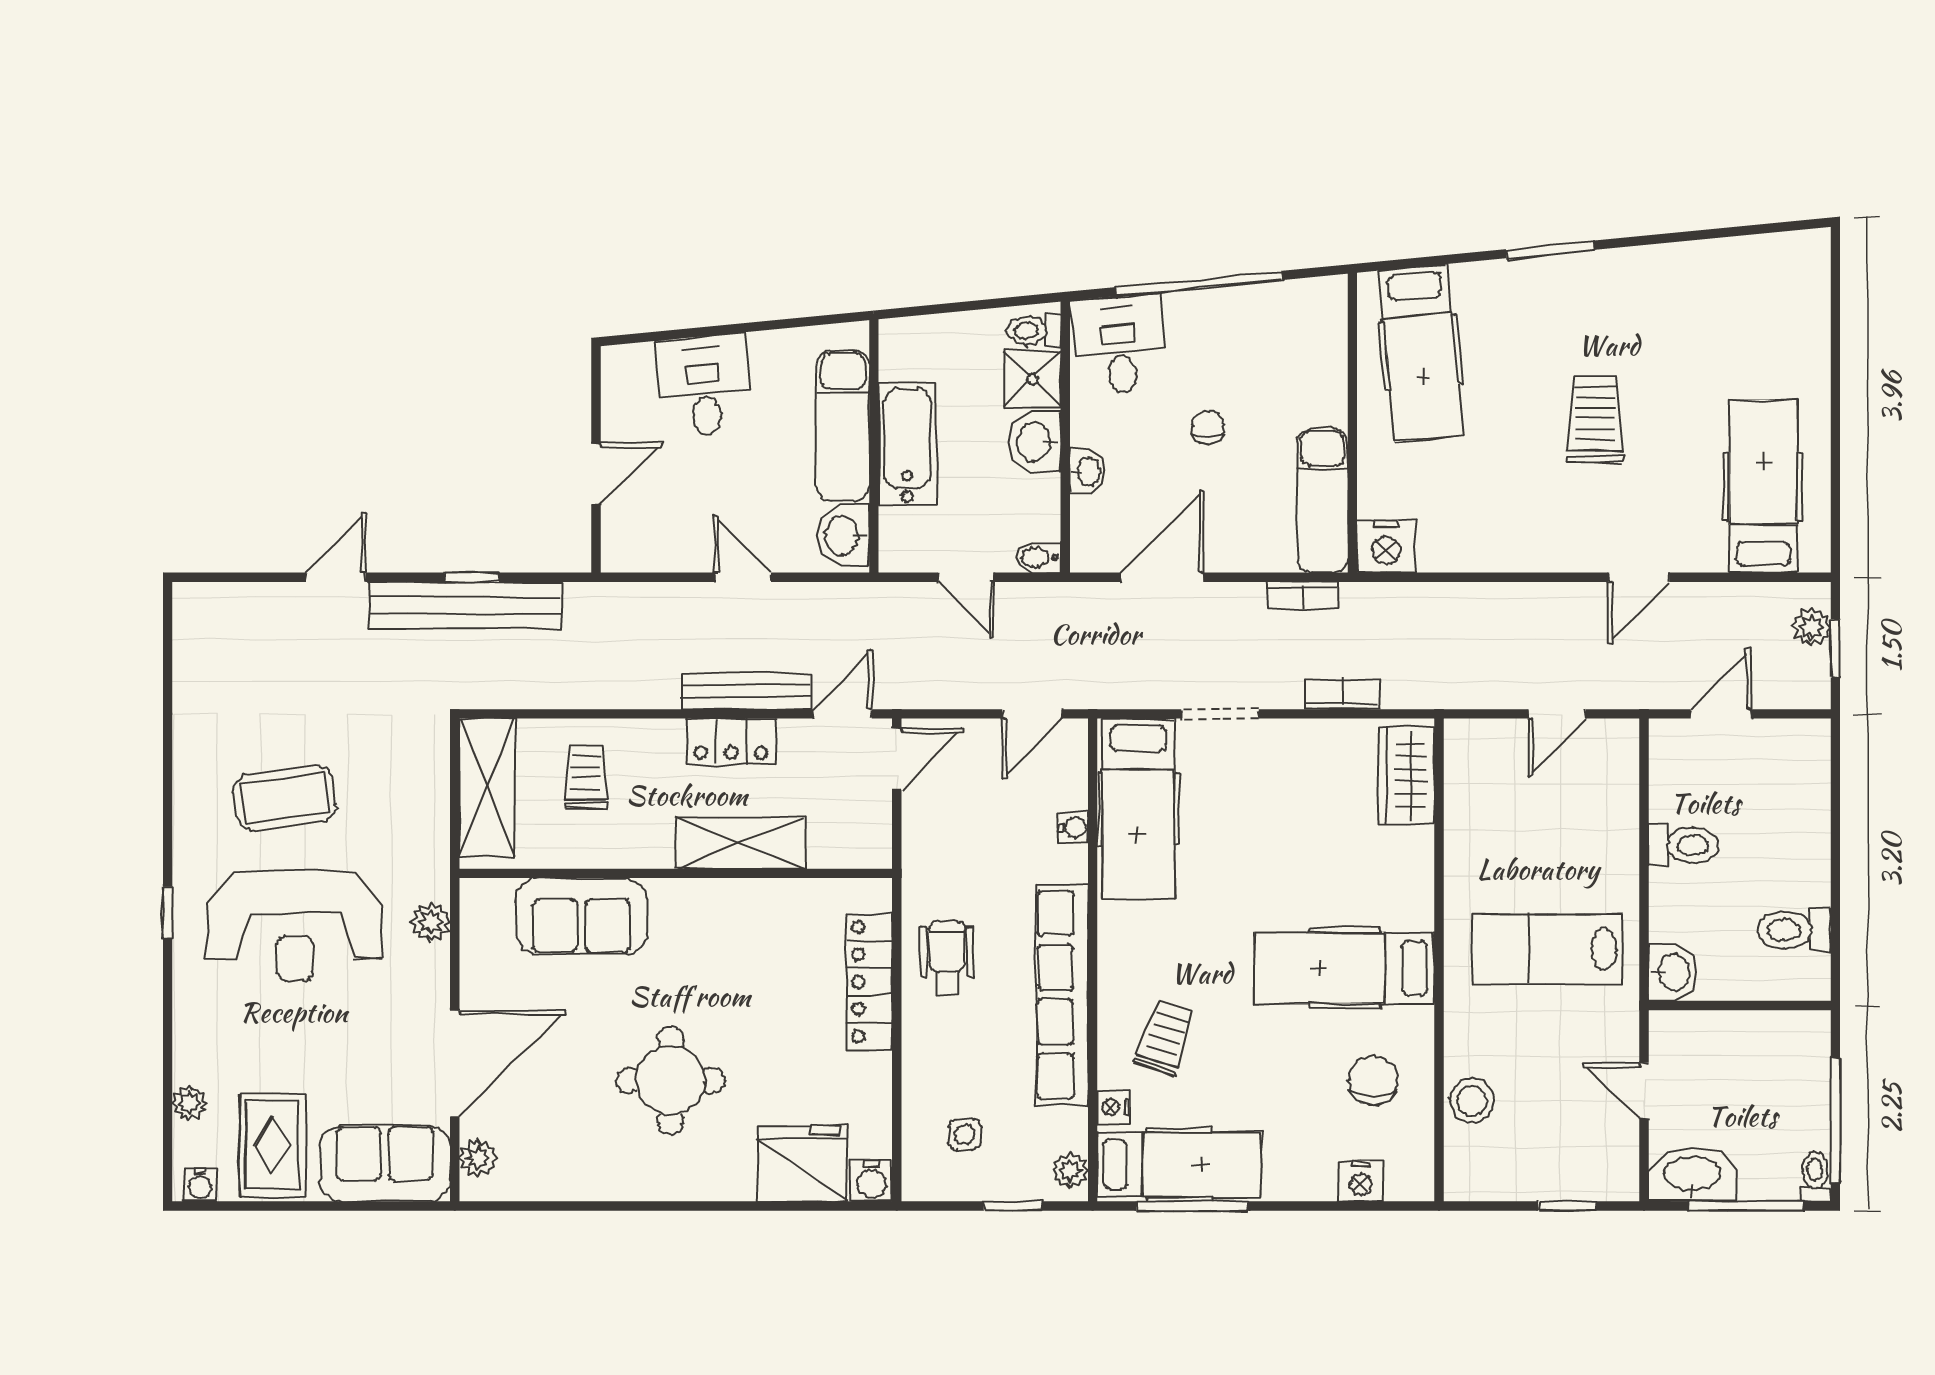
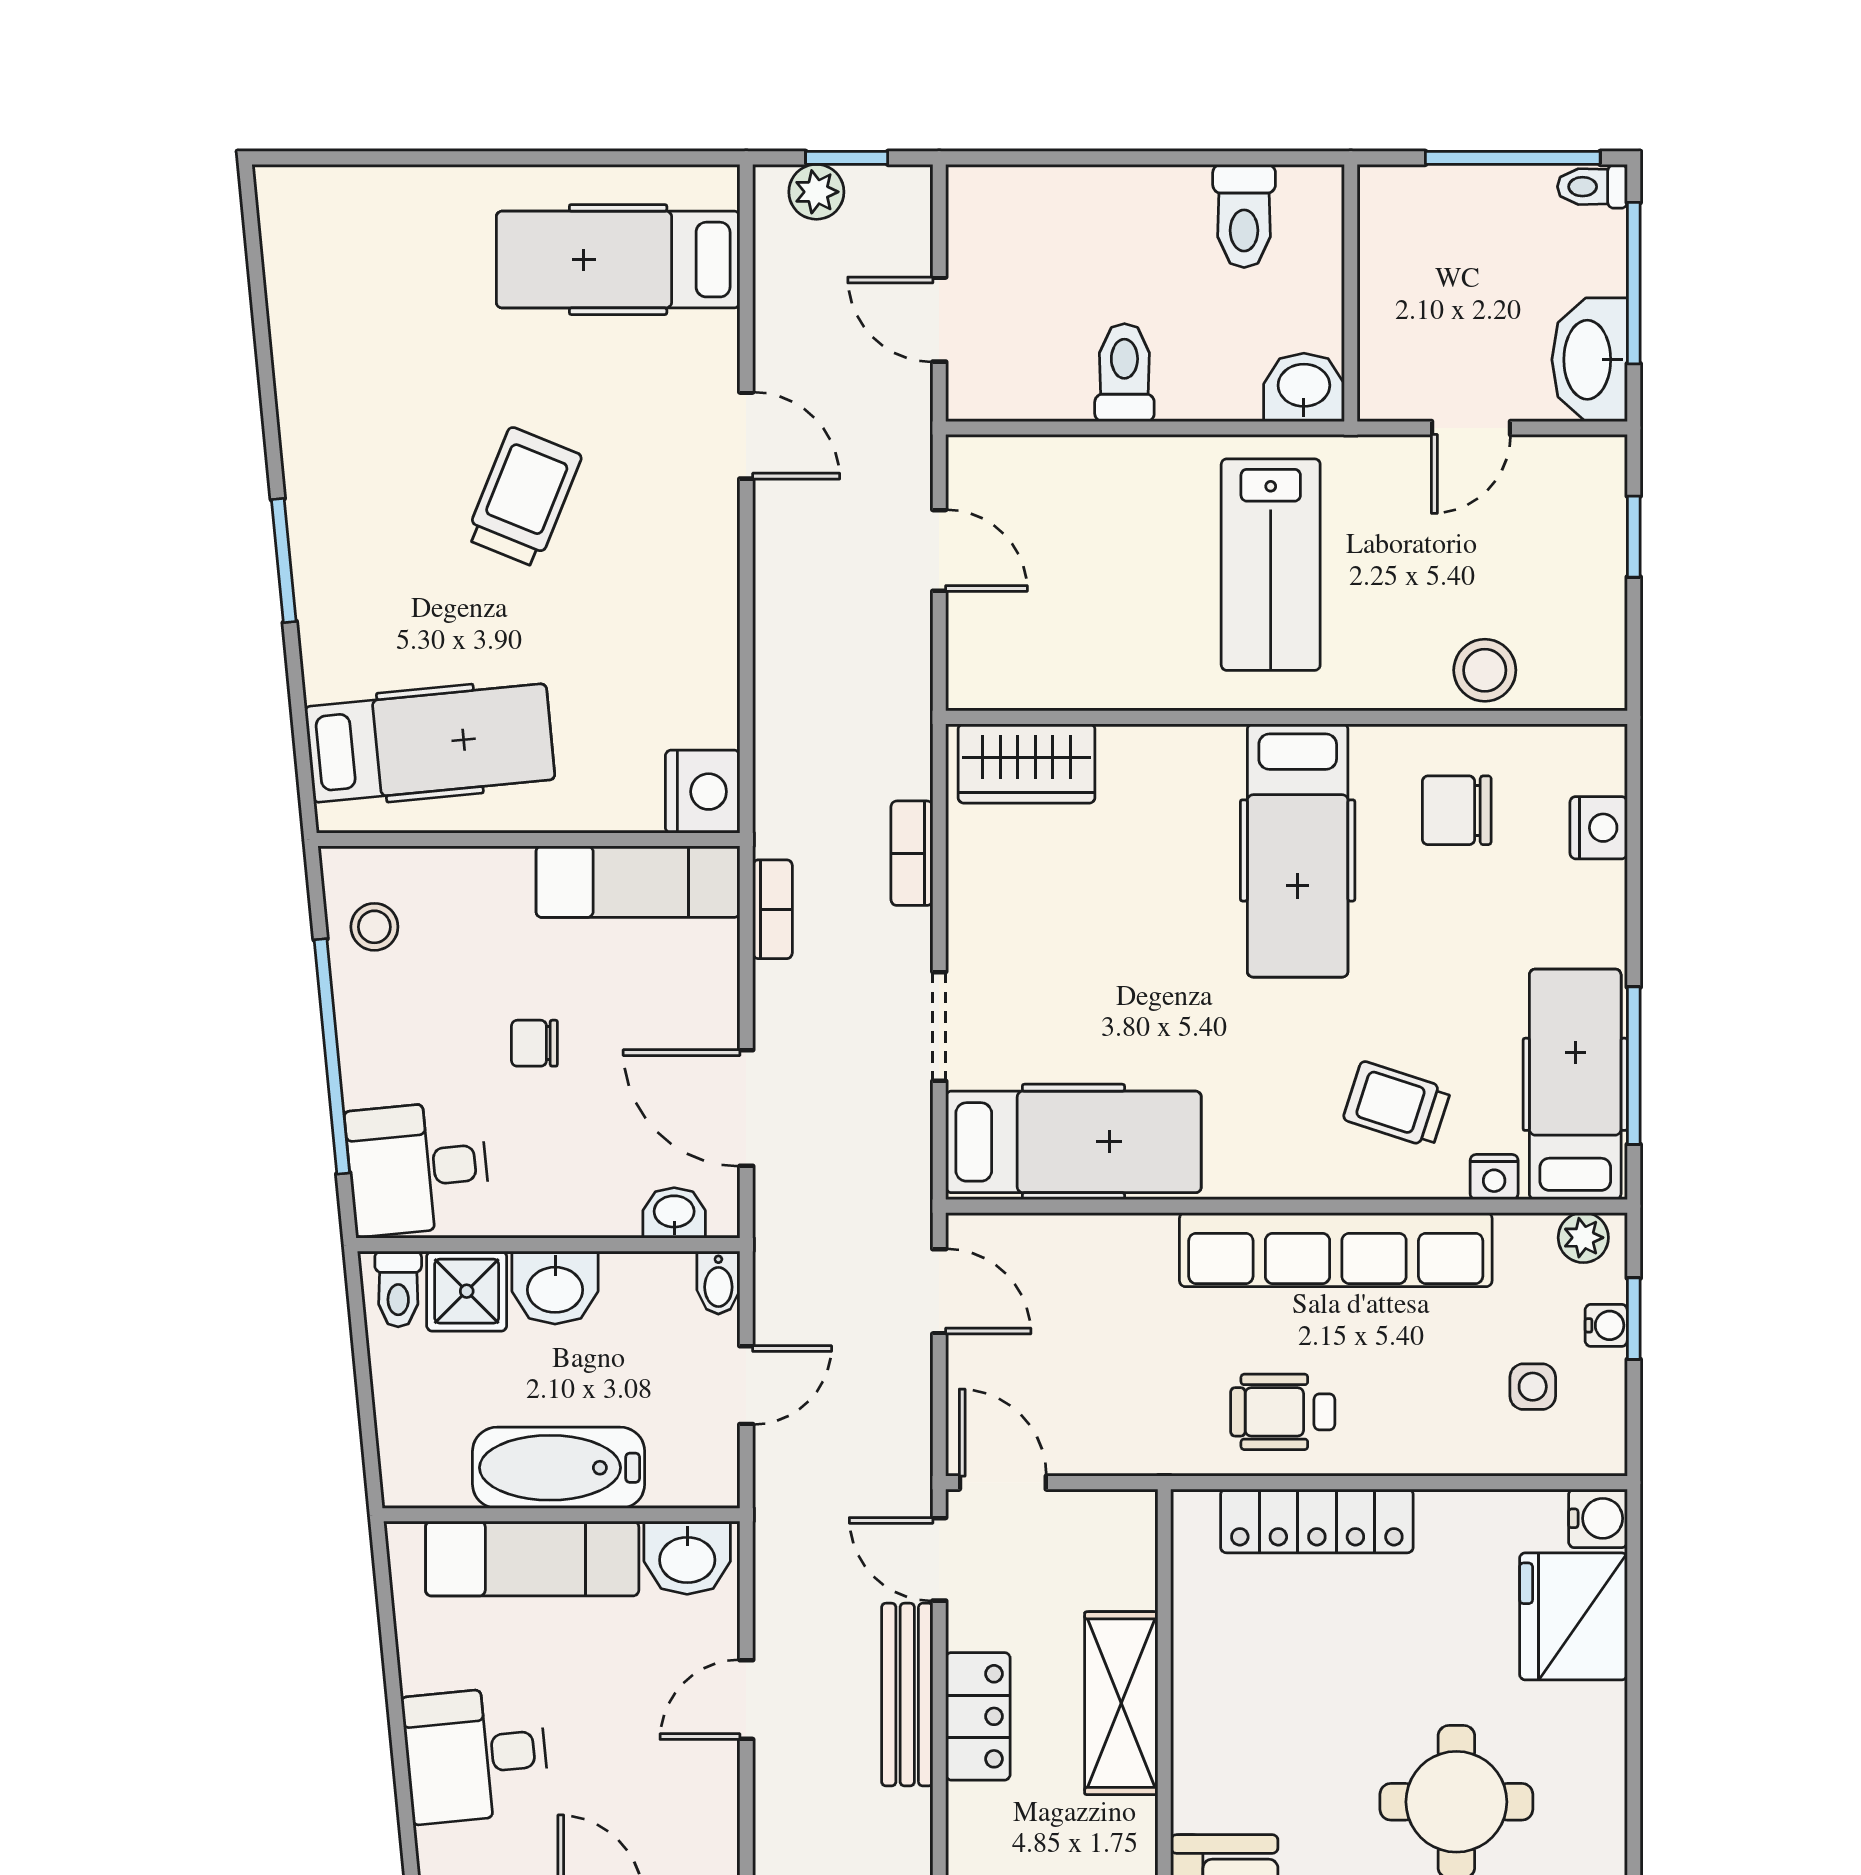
stool: (1291, 314) -> (374, 927), added
trolley: (1595, 419) -> (524, 497), turned 112
washbasin: (1088, 471) -> (674, 1213), moved
water cooler: (1073, 827) -> (1606, 1325), moved, turned 90

